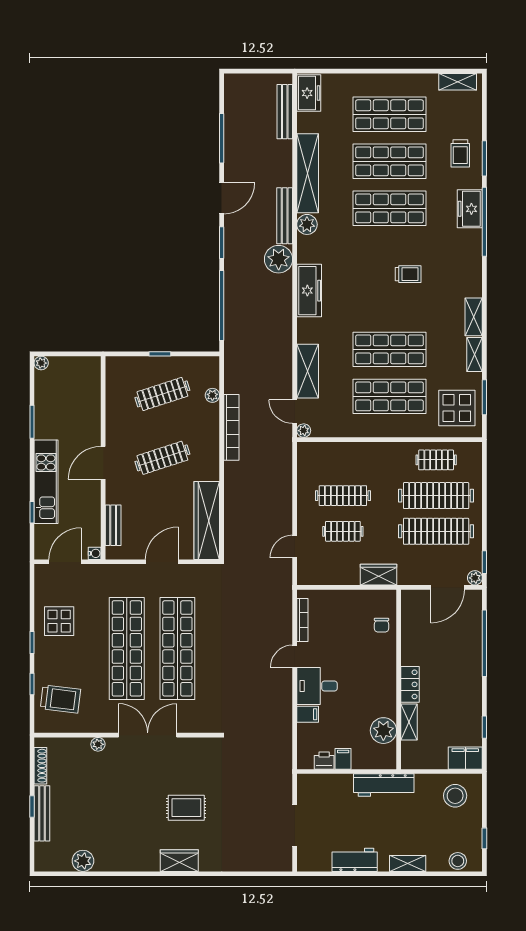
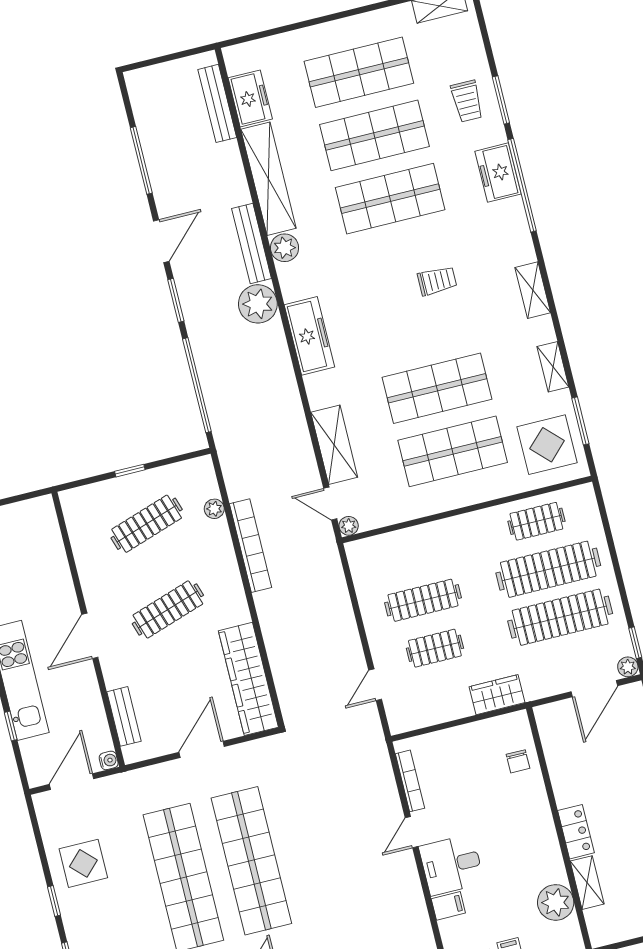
freezer: (309, 93) -> (250, 98), moved
shelving: (474, 317) -> (533, 290), moved

